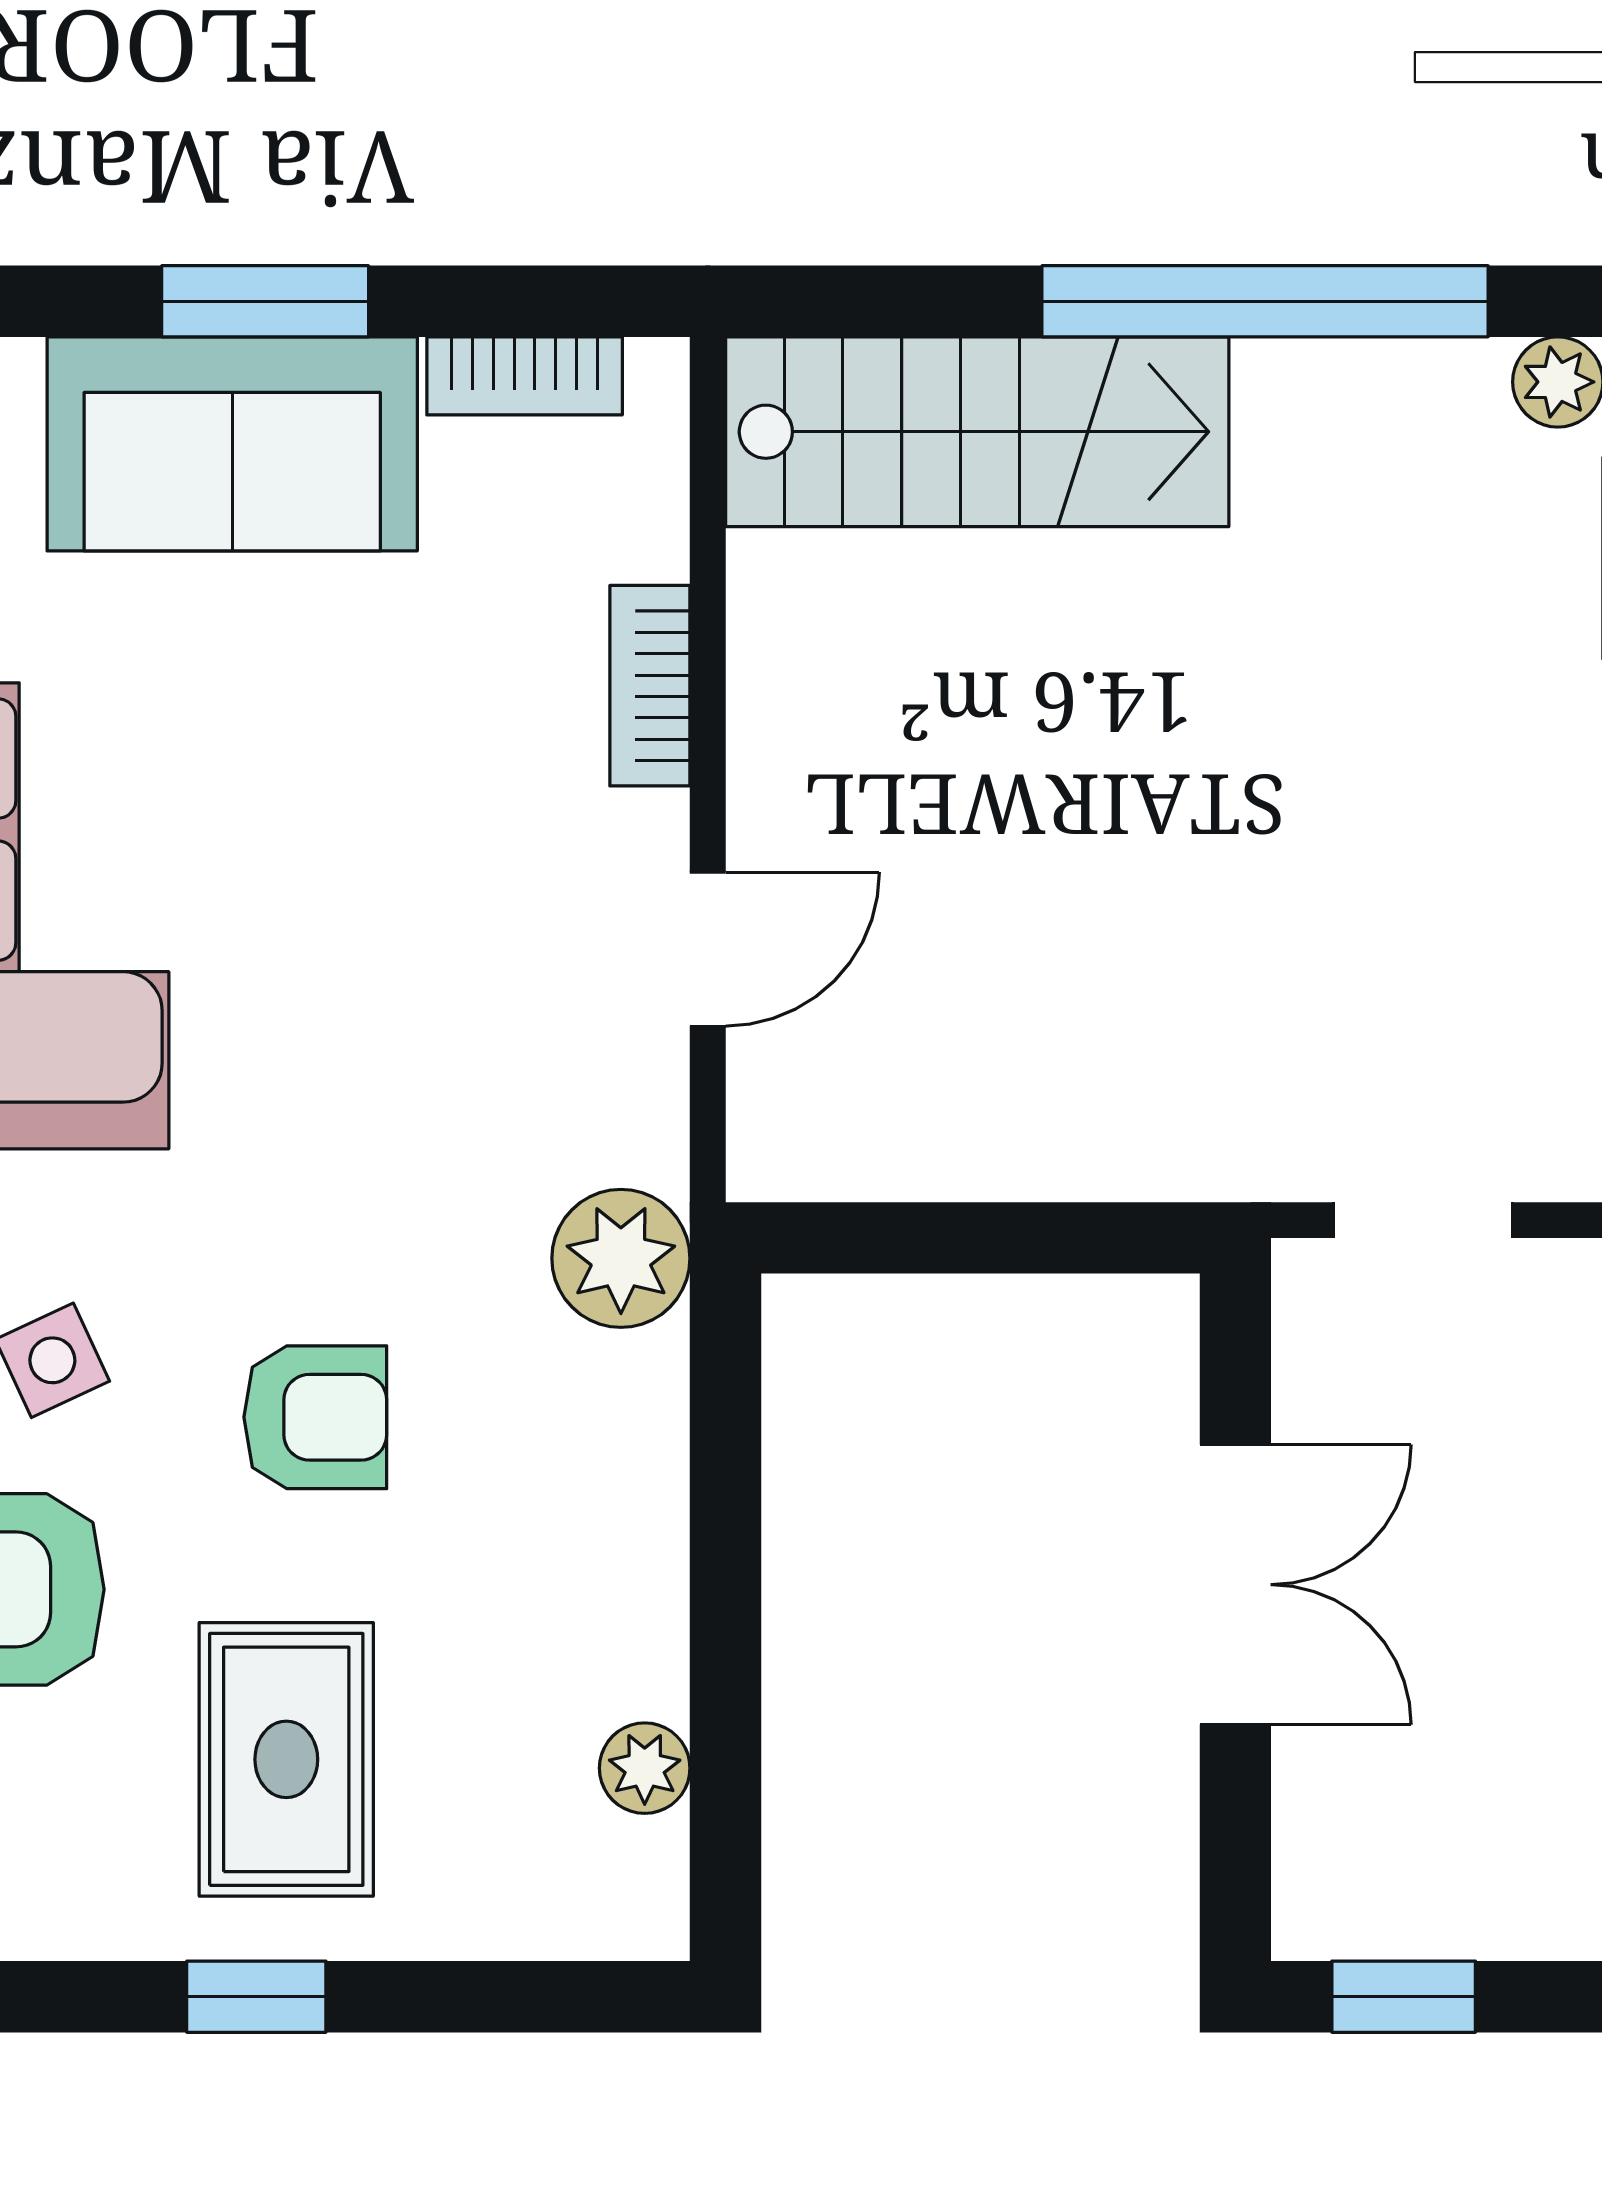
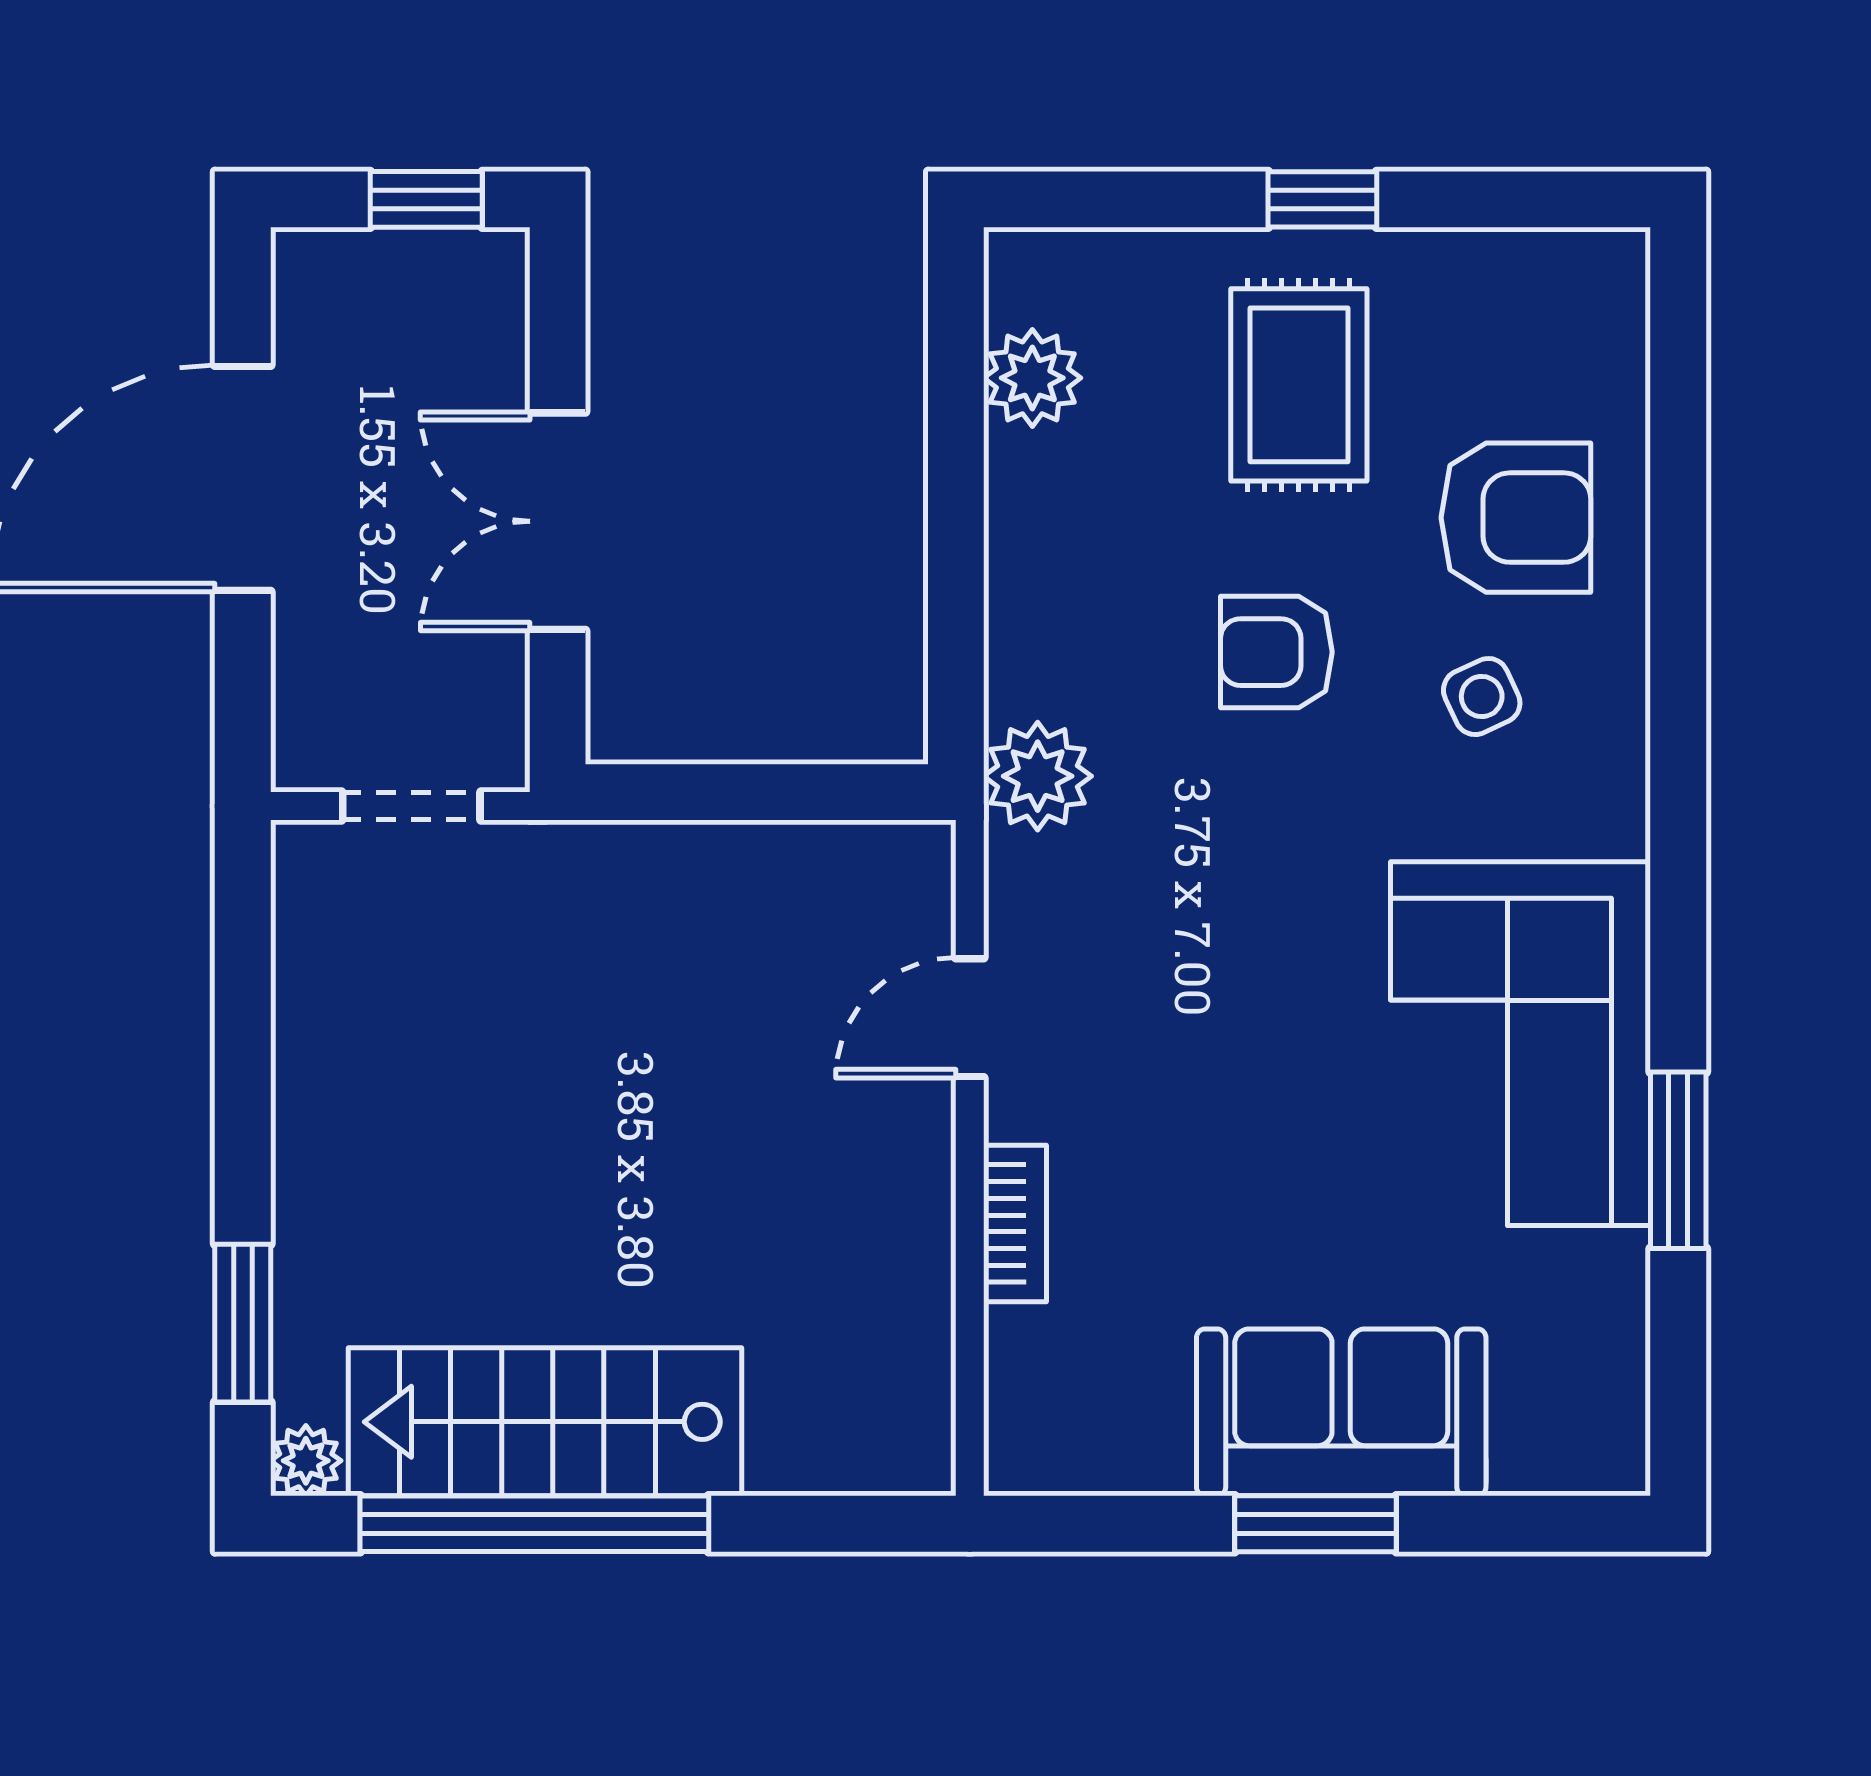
bookcase: (525, 376) -> (1113, 1465), removed
stairs: (977, 432) -> (545, 1422), moved
plant: (645, 1768) -> (1032, 378), width x1.38, depth x1.38

